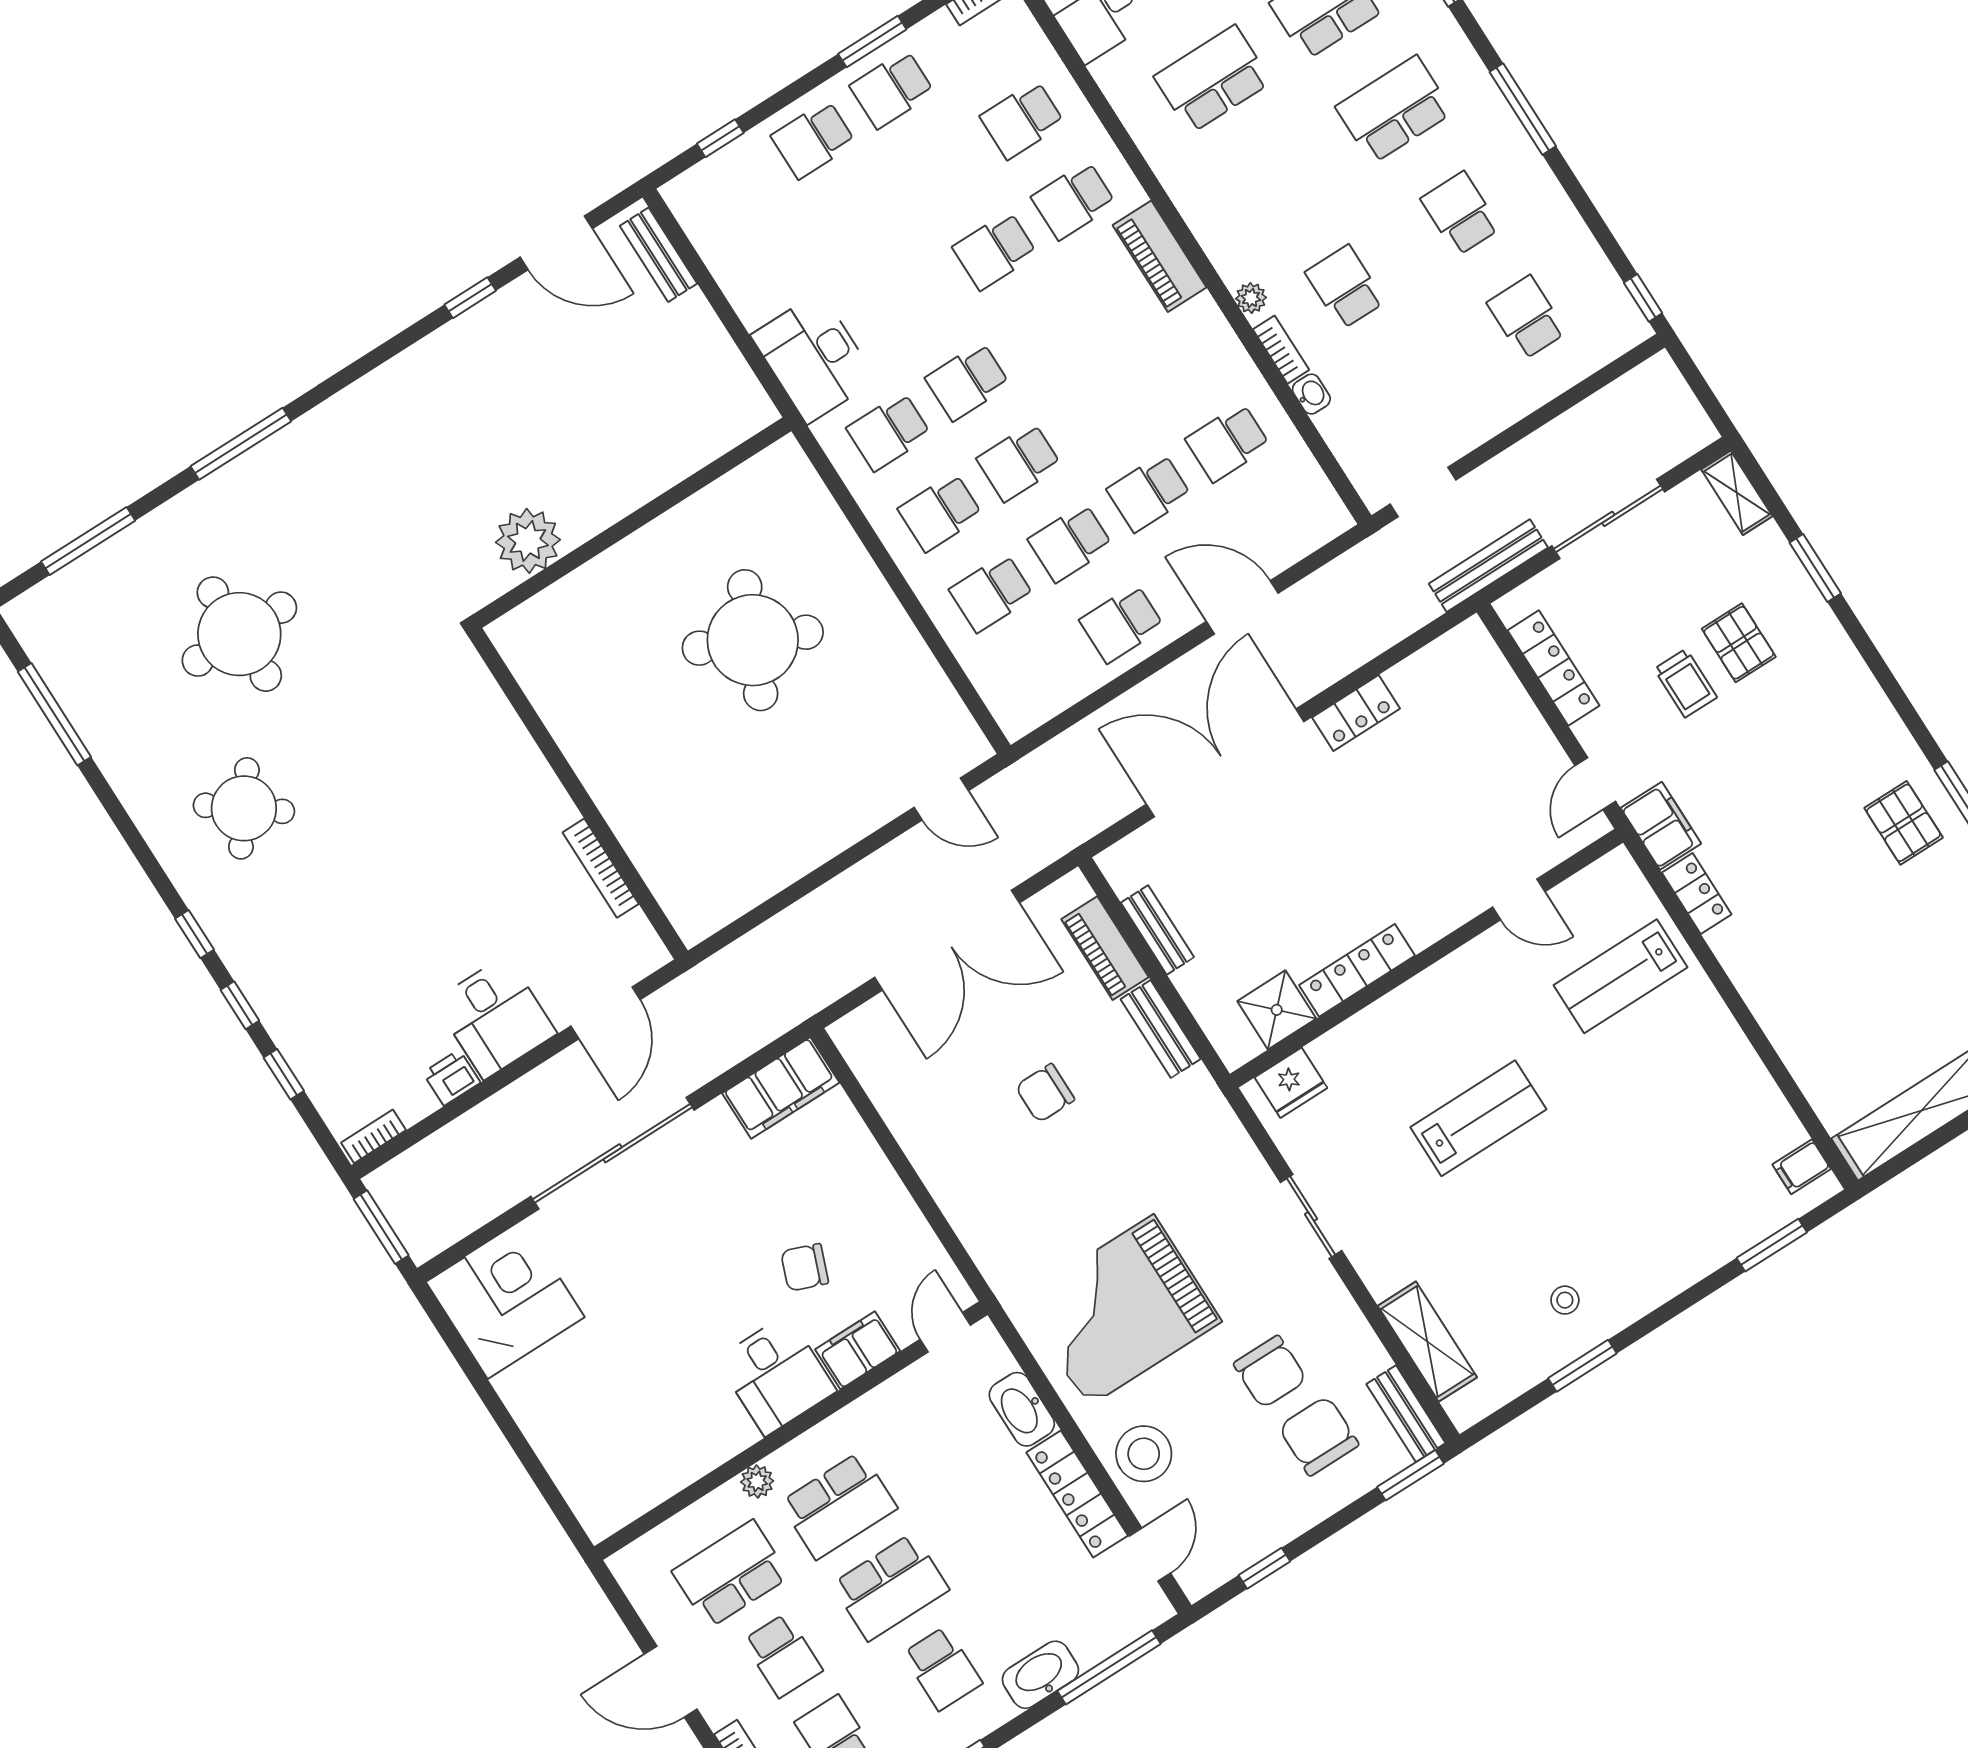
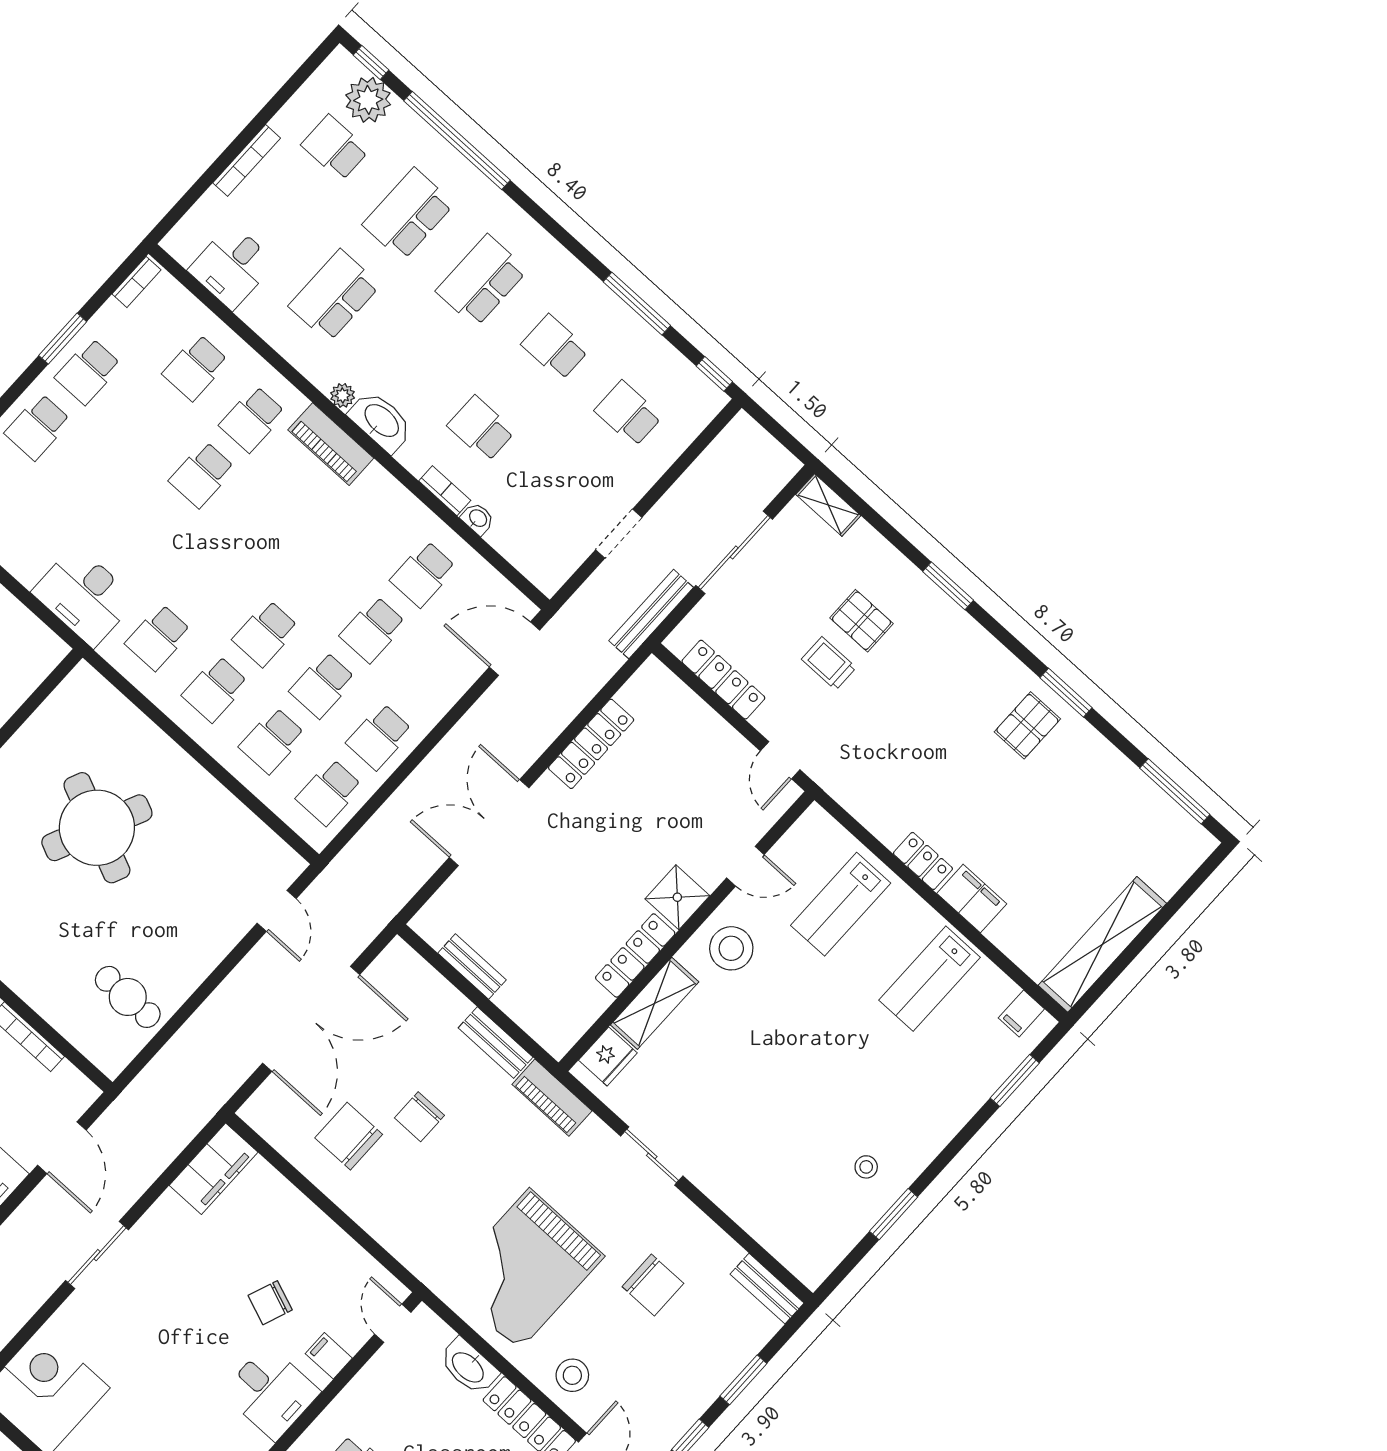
window: (1523, 109) -> (637, 304), moved
washbasin: (1227, 246) -> (381, 421), added
plant: (1251, 298) -> (343, 395), moved
school desk: (968, 382) -> (329, 792), moved
doorway: (1423, 492) -> (619, 534), moved
window: (1815, 568) -> (948, 586), moved
door: (1242, 607) -> (514, 649), moved
trolley: (1686, 683) -> (829, 663), turned 180
locker: (1356, 713) -> (591, 744), width x1.53
double door: (1225, 763) -> (489, 823), width x0.73
door: (941, 799) -> (277, 911), hinge flipped
pallet: (1904, 823) -> (1027, 725), turned 90
filing cabinet: (1661, 826) -> (972, 899), moved
cafe table: (734, 853) -> (128, 997), added
locker: (1697, 894) -> (923, 861), moved
piano: (1105, 948) -> (552, 1098), moved
stool: (1475, 993) -> (731, 948), added
shower: (1277, 1010) -> (677, 897), moved
lab bench: (1478, 1118) -> (930, 979), moved, turned 180
sliding door: (612, 1153) -> (97, 1255), width x0.54
shelving: (1427, 1342) -> (655, 1003), moved, turned 90
filing cabinet: (858, 1350) -> (329, 1356), width x0.50
chair: (1319, 1436) -> (349, 1136), moved
stool: (1144, 1454) -> (572, 1375), width x0.73, depth x0.73
window: (1411, 1475) -> (743, 1380), moved

